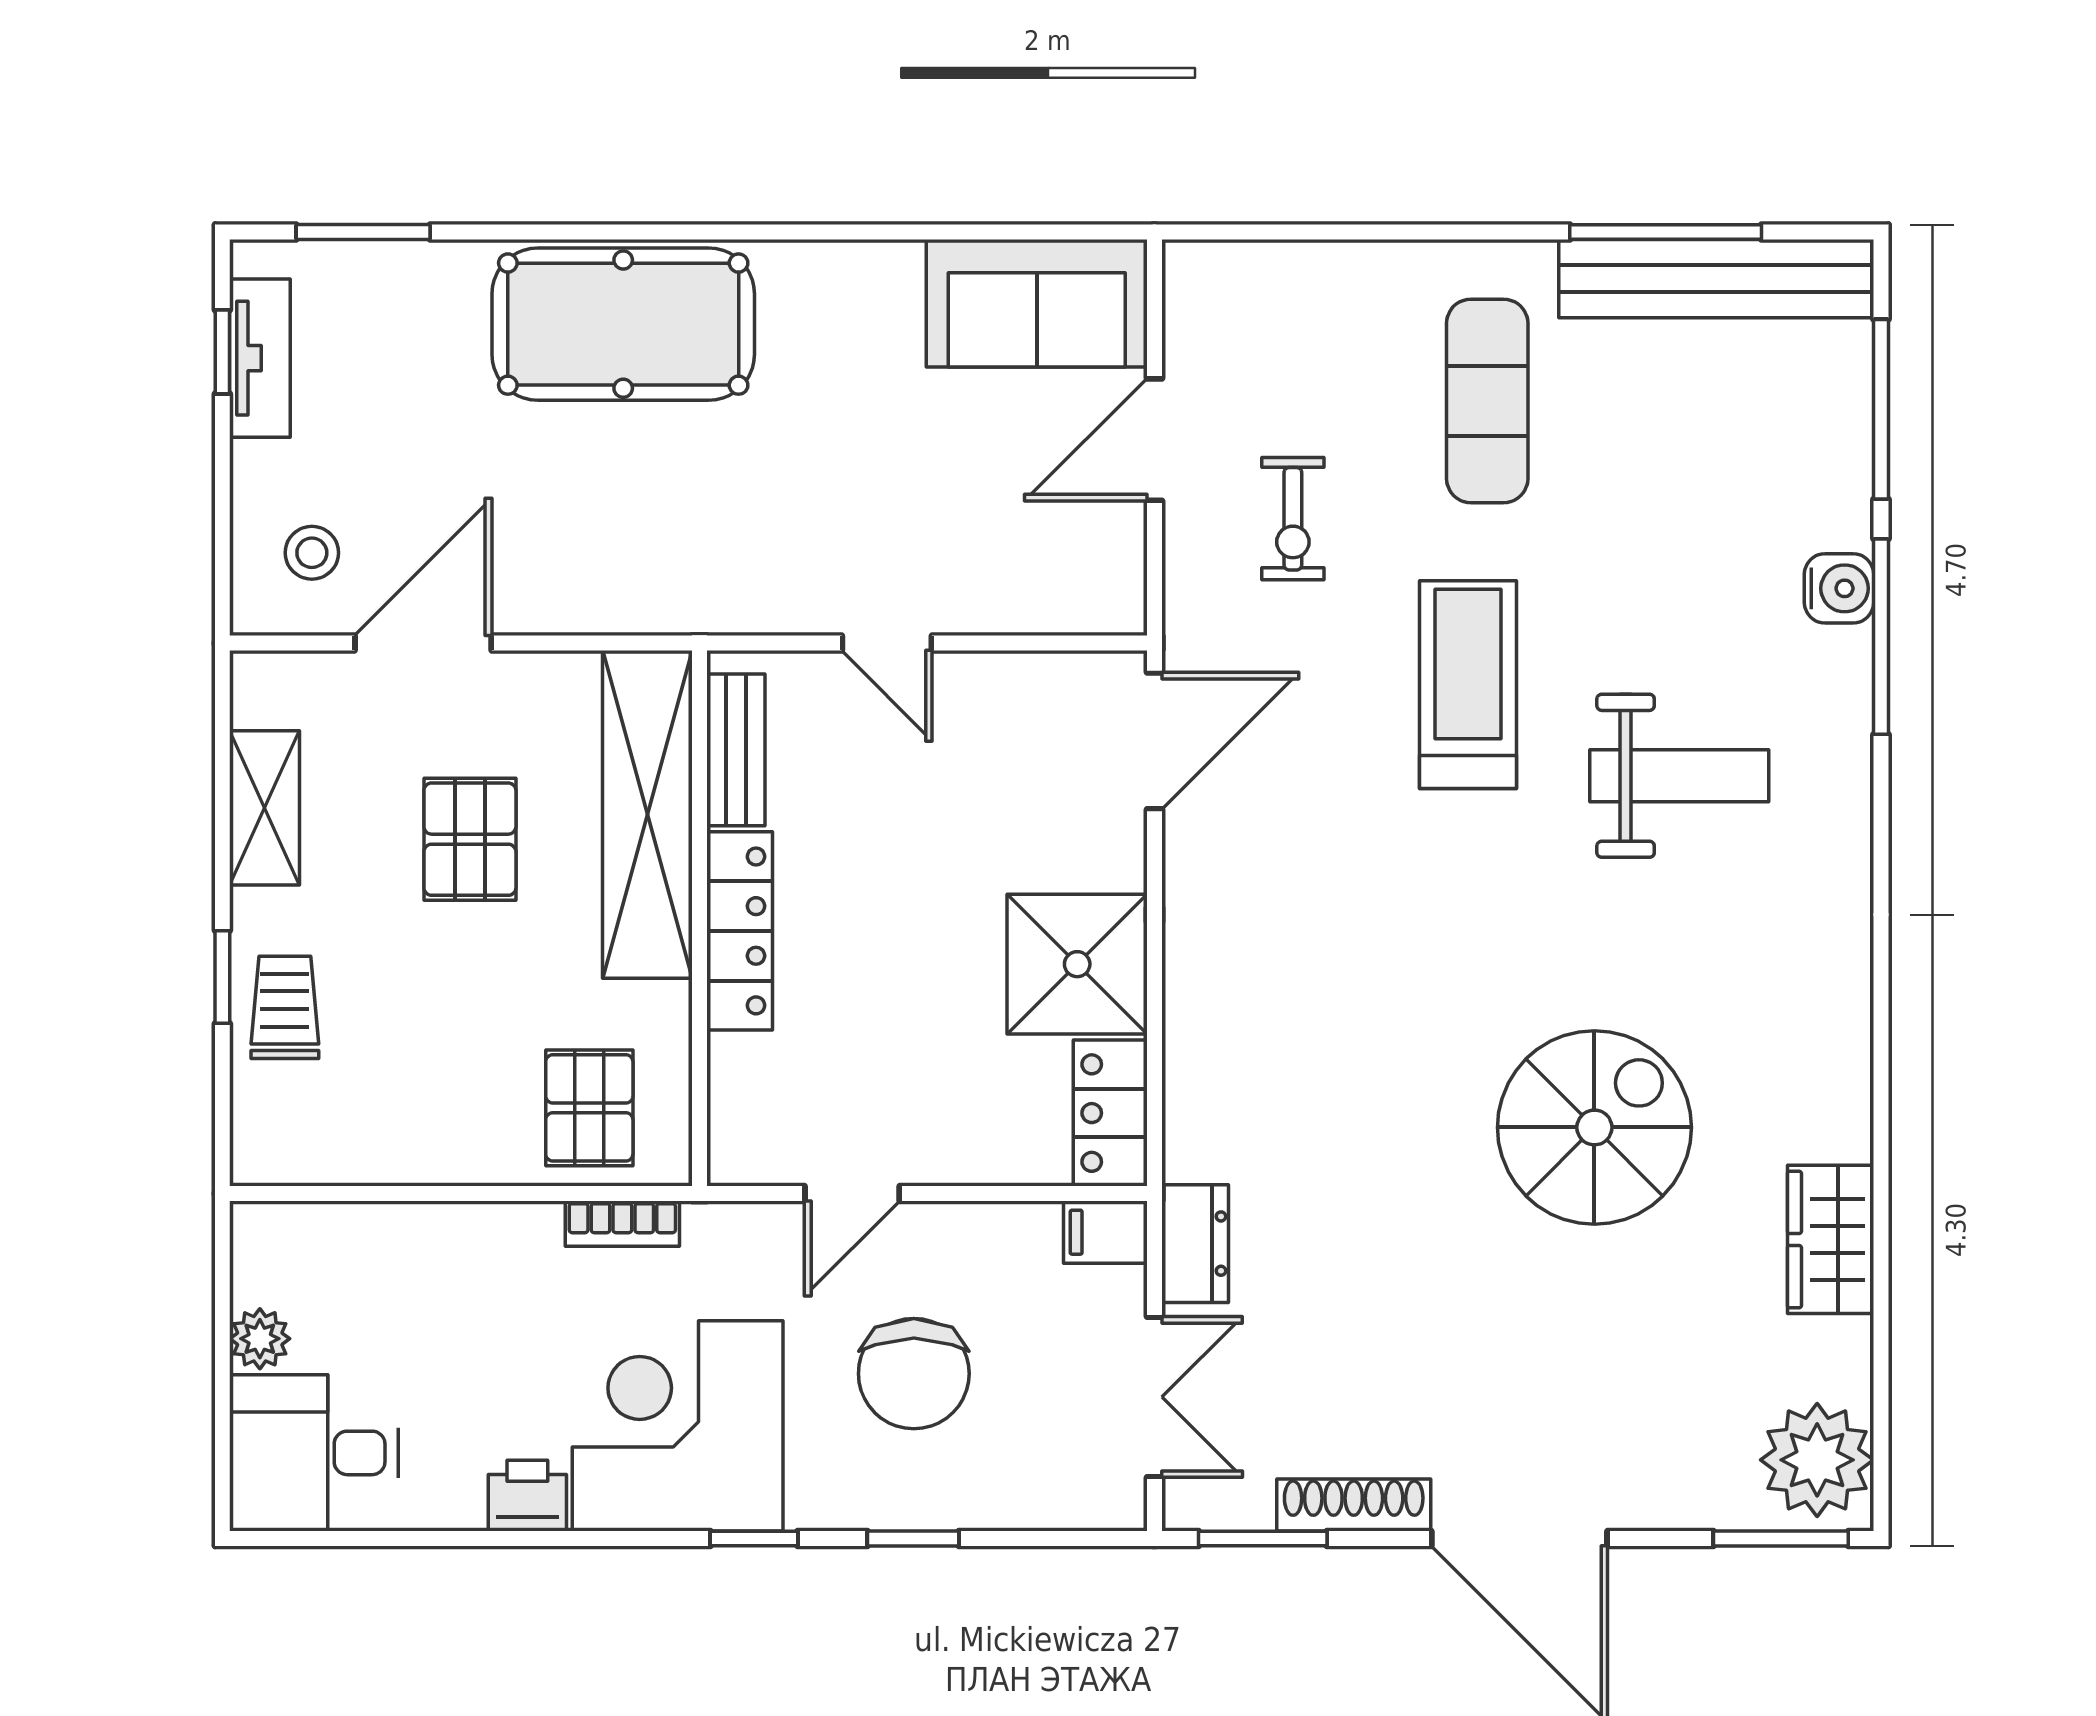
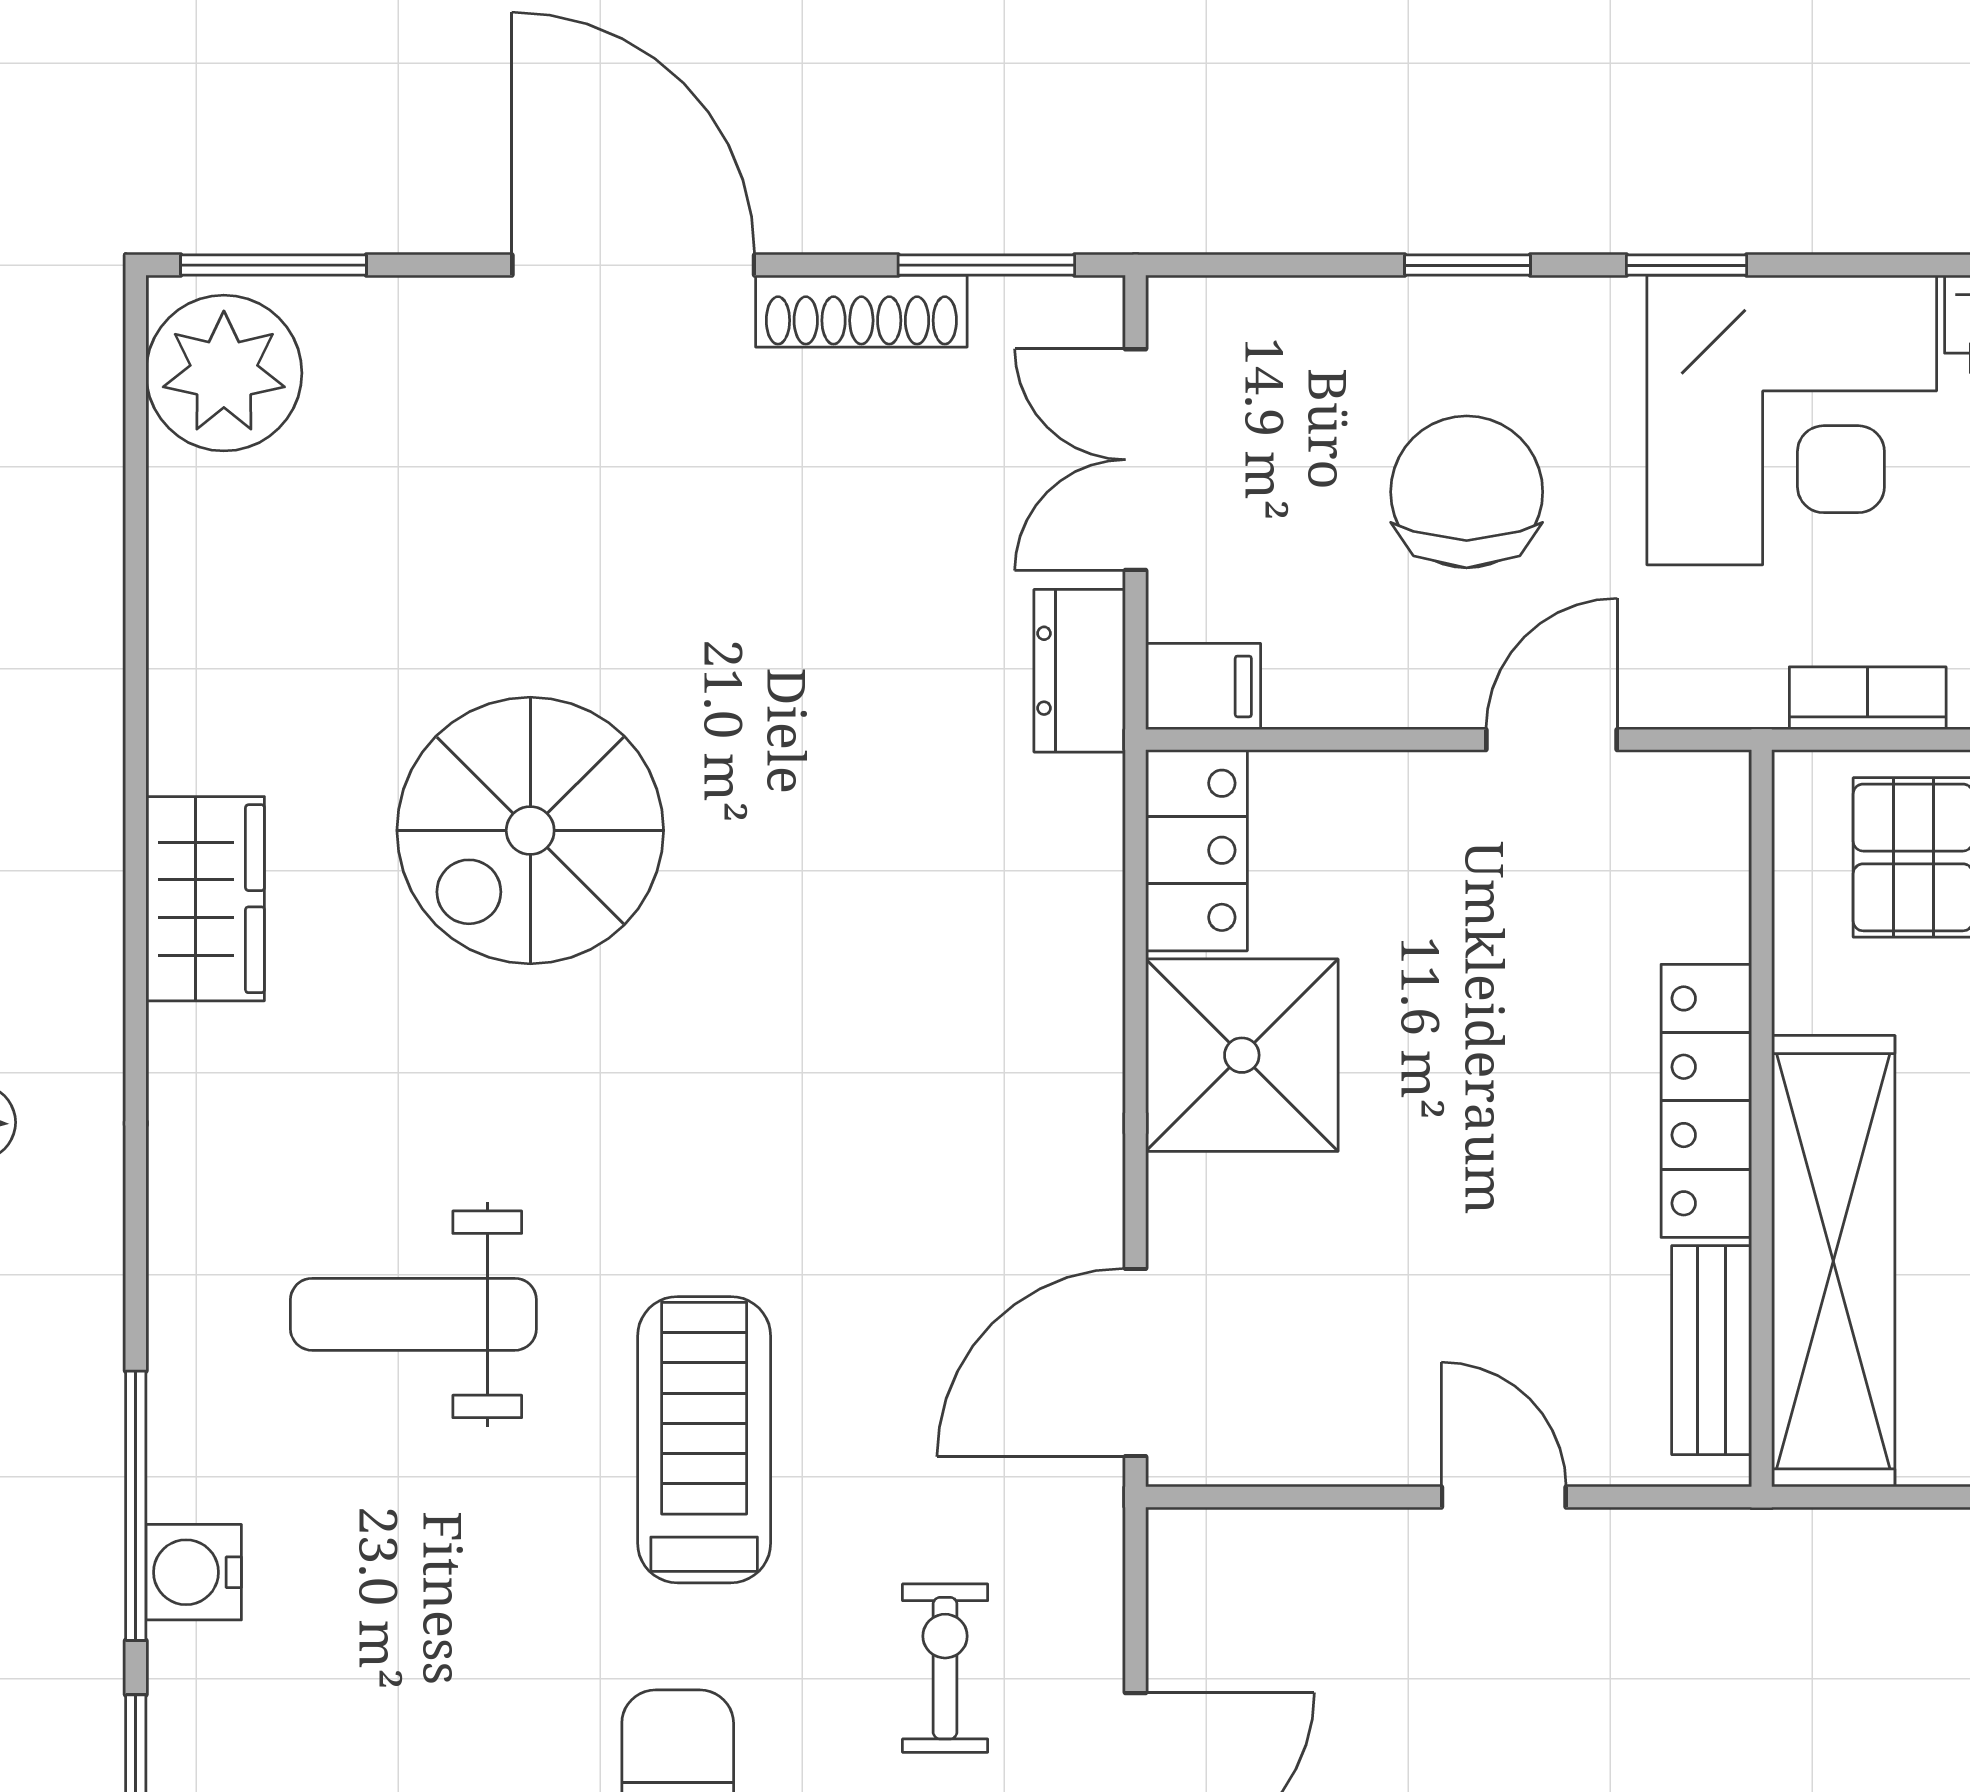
treadmill: (1468, 685) -> (704, 1440), turned 180
wardrobe: (1831, 1239) -> (205, 899), moved

